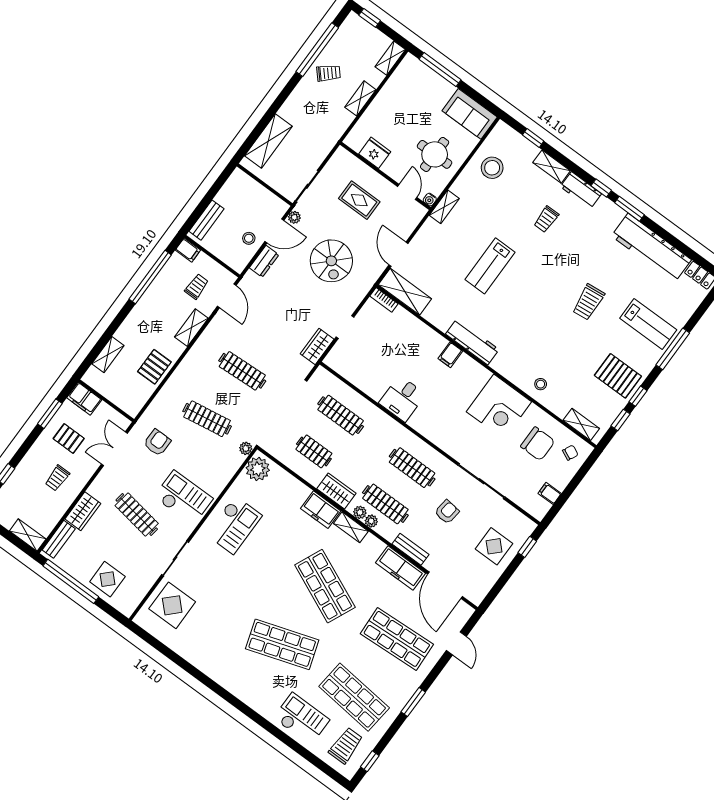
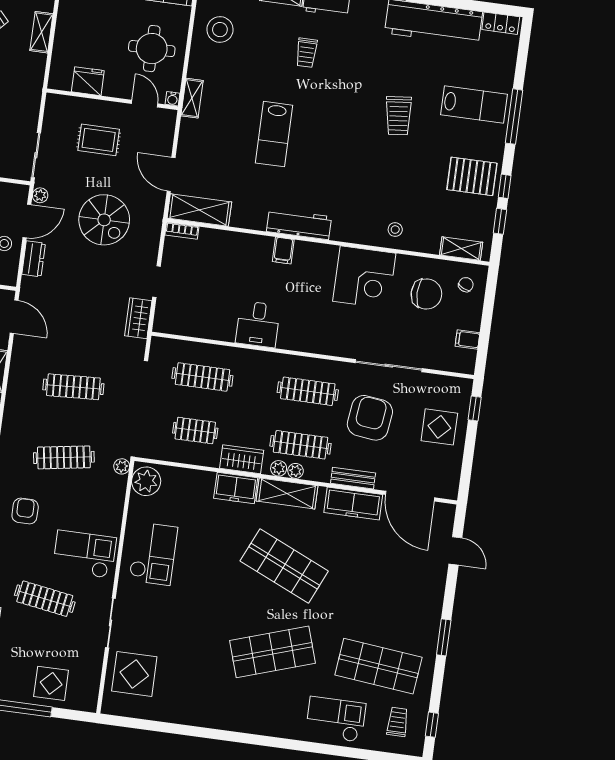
armchair: (447, 512) -> (370, 418), width x1.88, depth x1.88
shelving: (351, 527) -> (287, 493), width x1.50, depth x1.33
shop shelf: (397, 639) -> (390, 580), removed
trolley: (346, 745) -> (397, 722), width x0.73, depth x0.72

